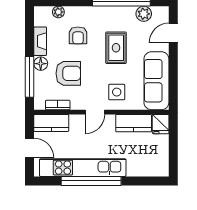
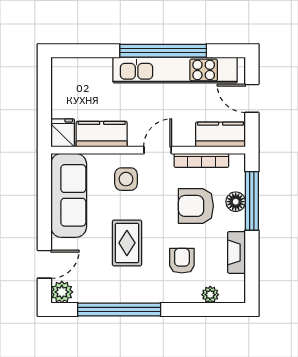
plant: (144, 14) -> (62, 292), moved
floor lamp: (41, 64) -> (236, 202), moved
bookcase: (58, 105) -> (201, 160), width x1.56

